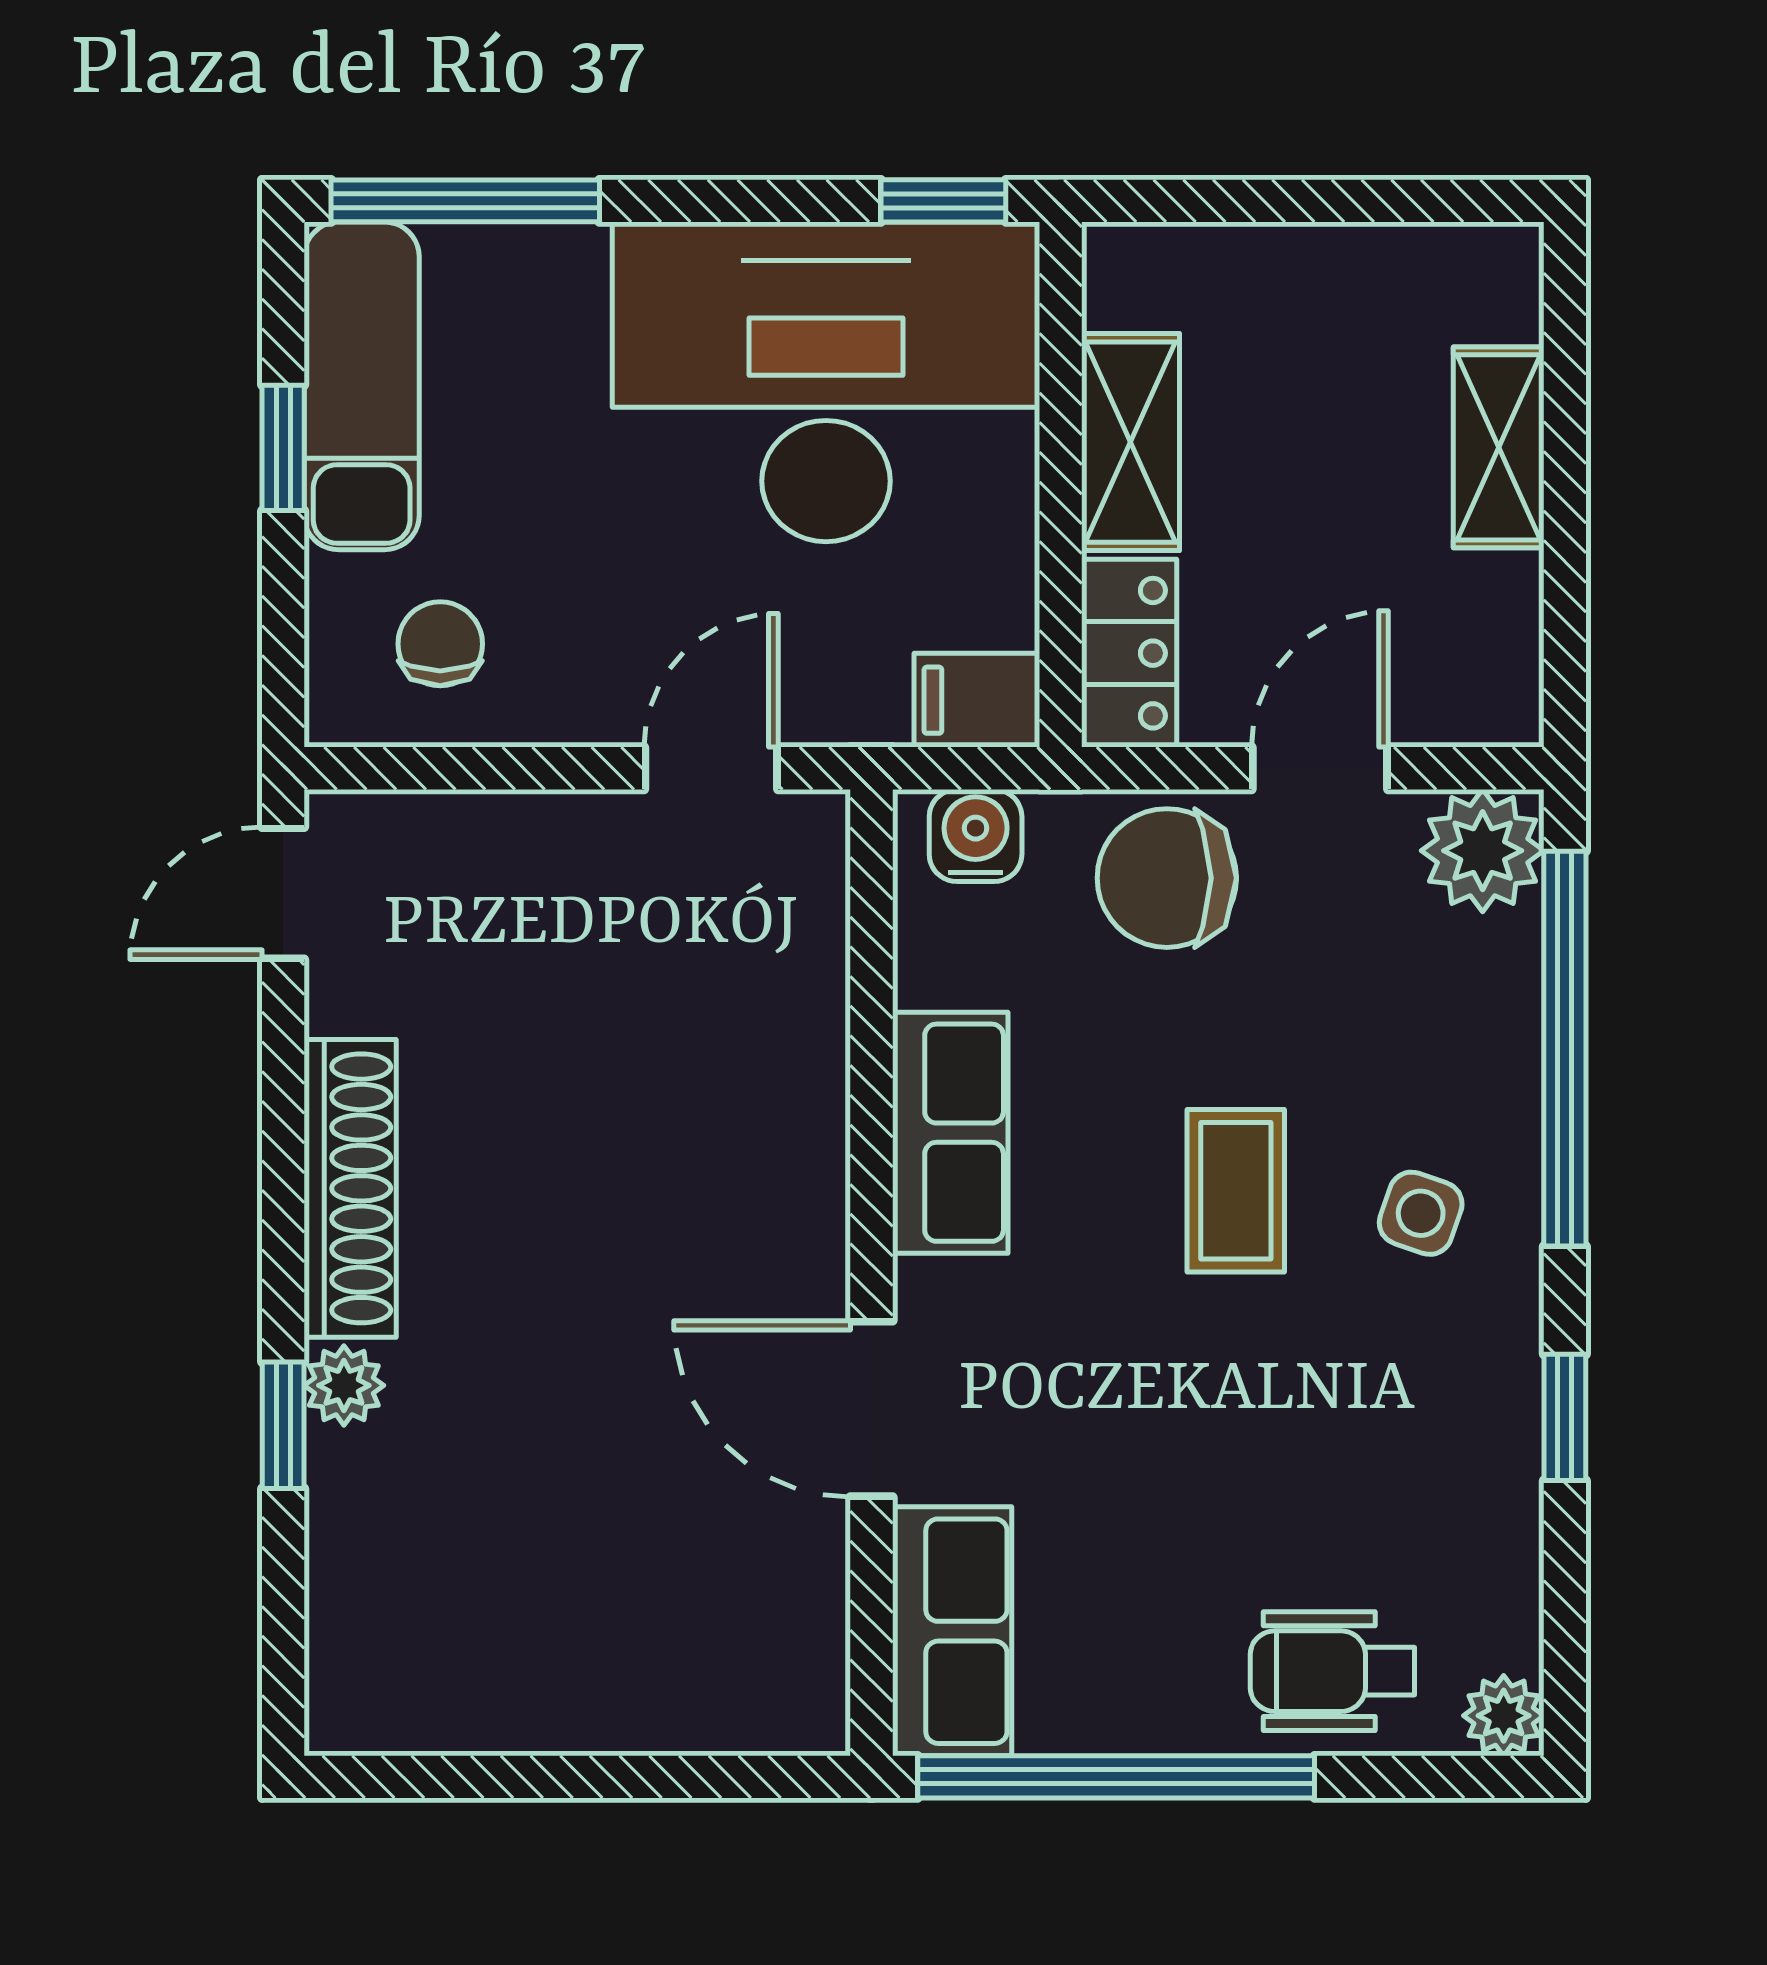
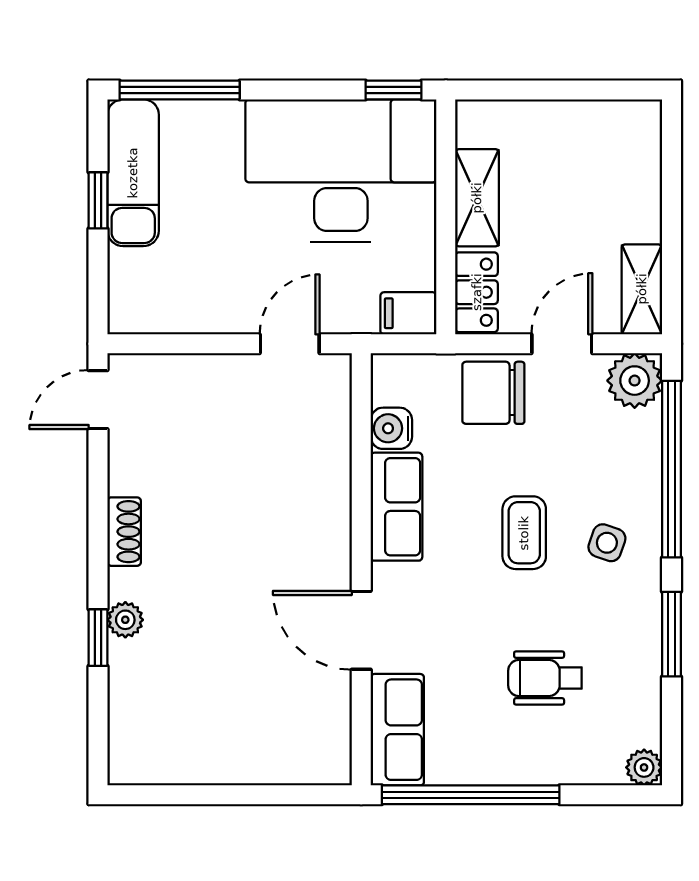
shelving: (1499, 447) -> (642, 289), moved
chair: (440, 644) -> (168, 288), removed
water cooler: (976, 835) -> (391, 428), moved, turned -90
shoe rack: (350, 1188) -> (124, 532), width x0.51, depth x0.81
window: (1565, 1417) -> (671, 634), width x1.50
wheelchair: (1332, 1671) -> (545, 678), moved

